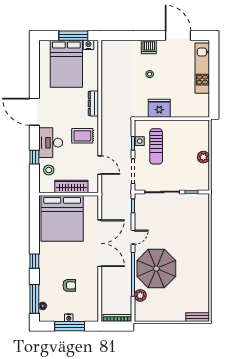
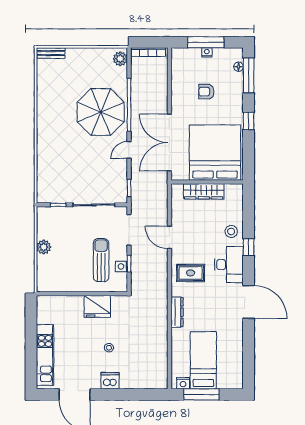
bed: (66, 64) -> (203, 360), width x0.67
wardrobe: (71, 186) -> (204, 191), moved
wall: (69, 194) -> (207, 182), moved
bed: (62, 218) -> (215, 153), moved
plant: (140, 295) -> (120, 59), moved

